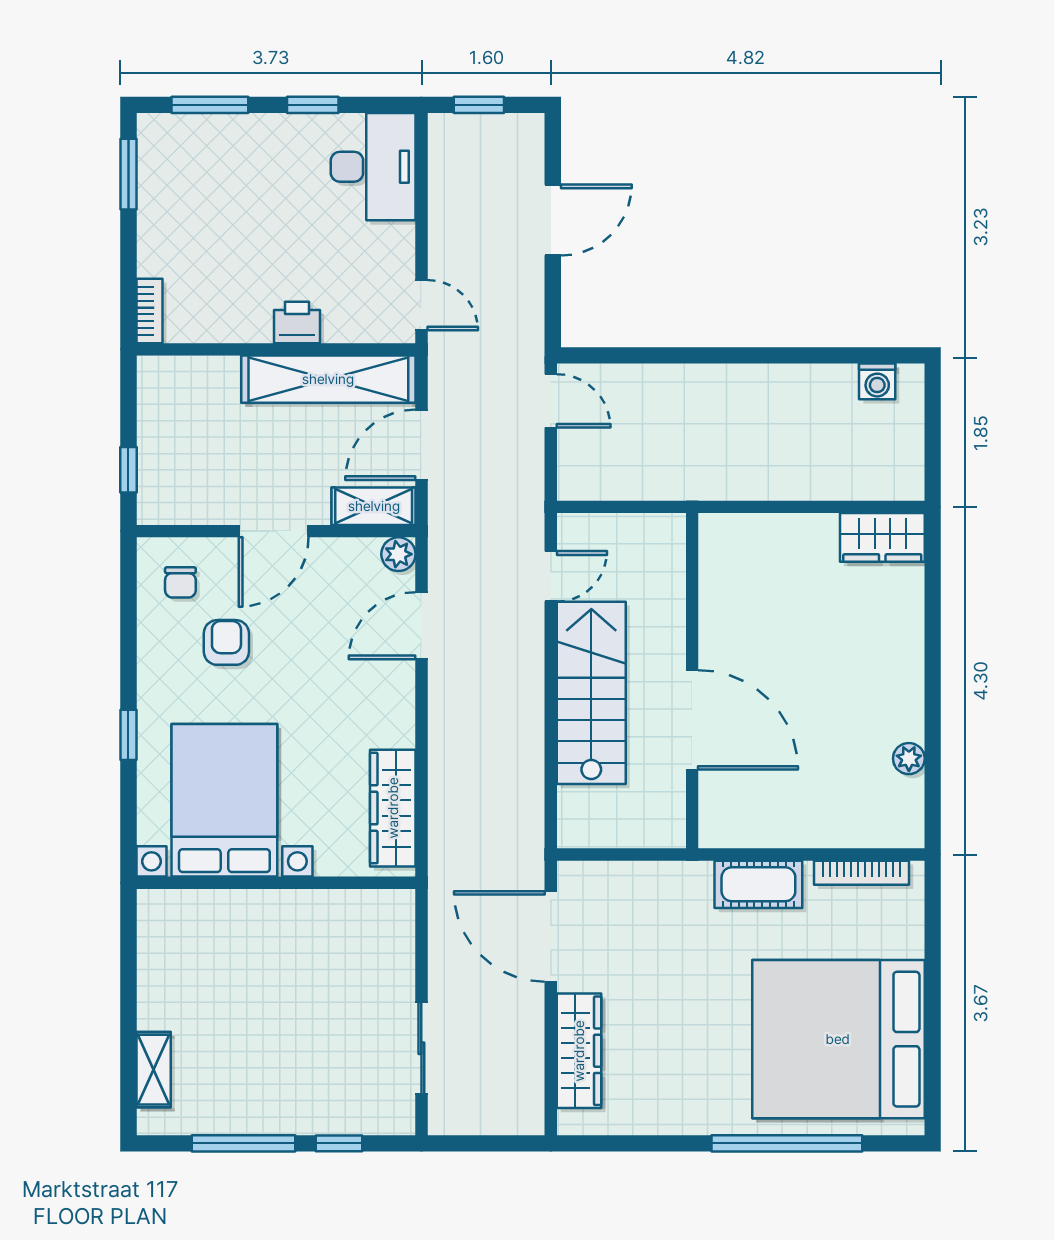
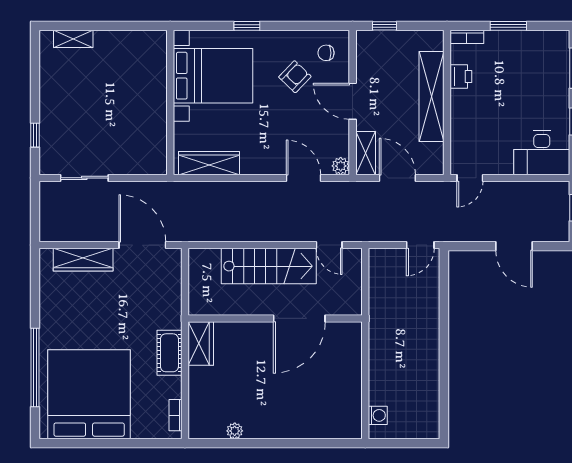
window: (128, 174) -> (508, 26), moved
printer: (297, 322) -> (461, 76), moved
shelving: (328, 379) -> (432, 97), moved
washing machine: (877, 381) -> (378, 415), moved, turned 180
wardrobe: (882, 537) -> (201, 343), moved, turned 180
armchair: (226, 642) -> (295, 77), turned -46
door: (692, 720) -> (299, 318), moved
bookcase: (862, 873) -> (175, 415), width x0.64
door: (551, 936) -> (142, 245), hinge flipped
window: (244, 1143) -> (35, 86), removed

